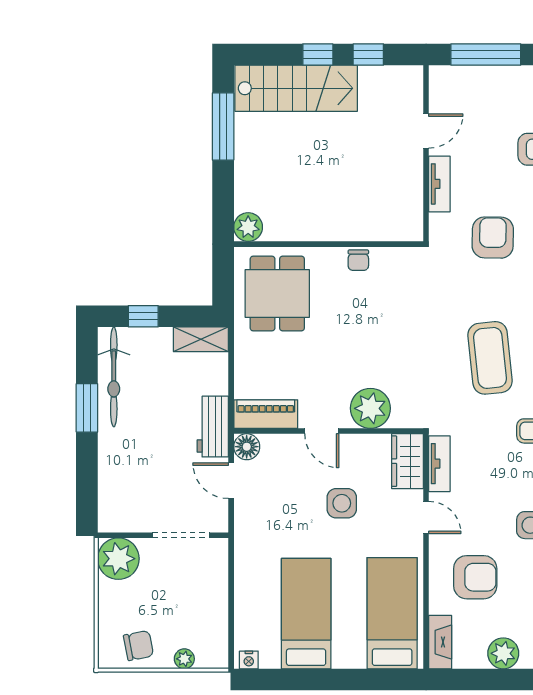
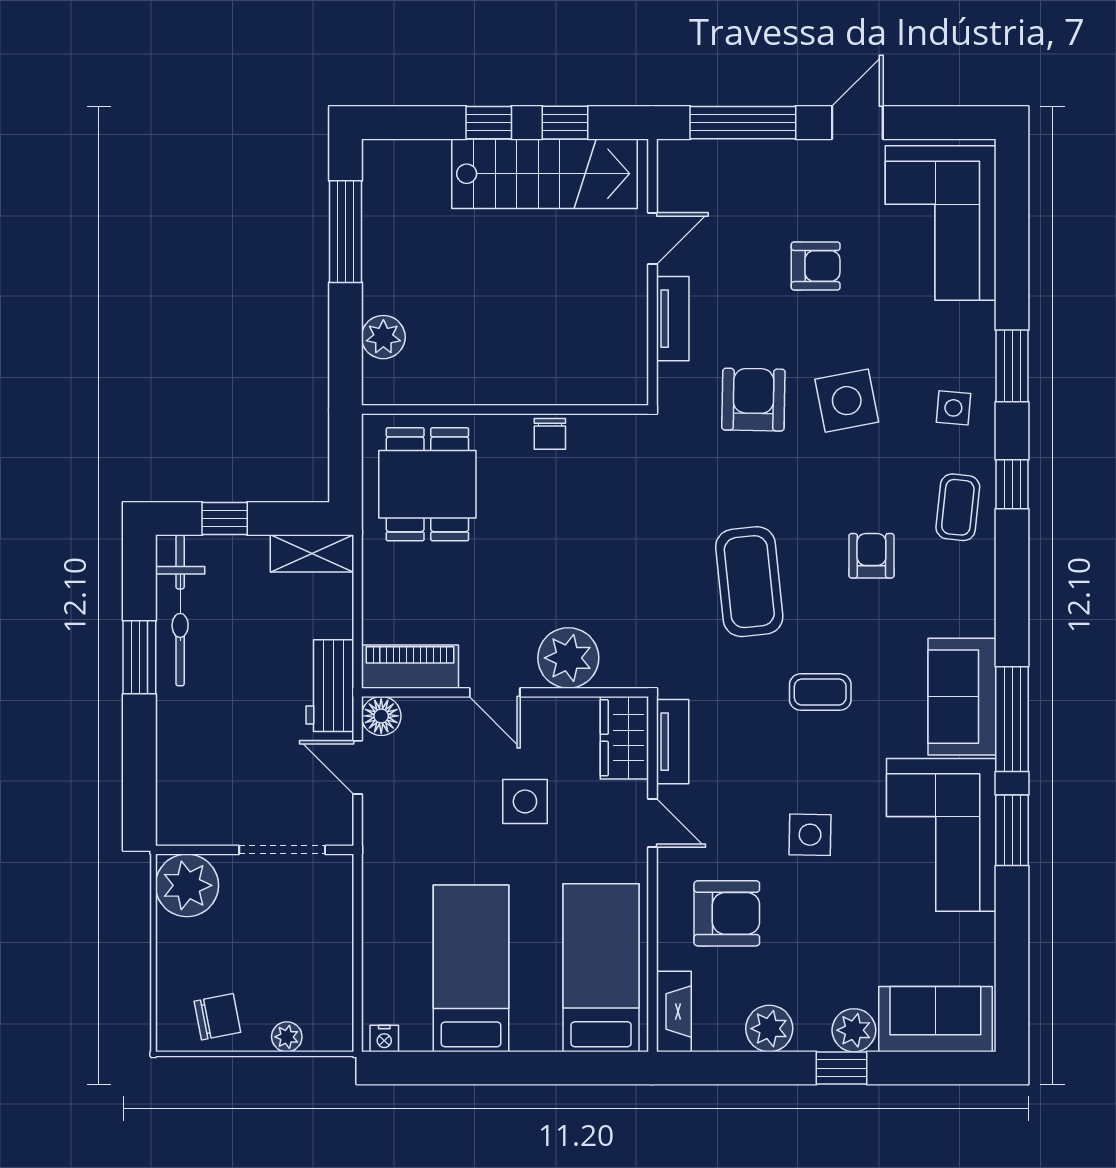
stairs: (296, 88) -> (544, 174), moved
plant: (248, 227) -> (383, 337), moved

